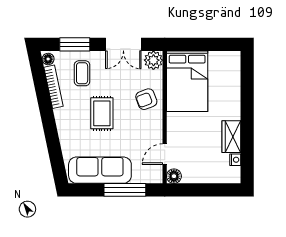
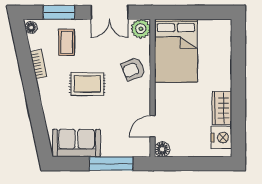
bookcase: (54, 87) -> (39, 64), width x0.64
rug: (102, 113) -> (87, 84), turned 90
nightstand: (235, 160) -> (221, 138), width x1.89, depth x1.79
sofa: (100, 170) -> (77, 143), width x0.73

